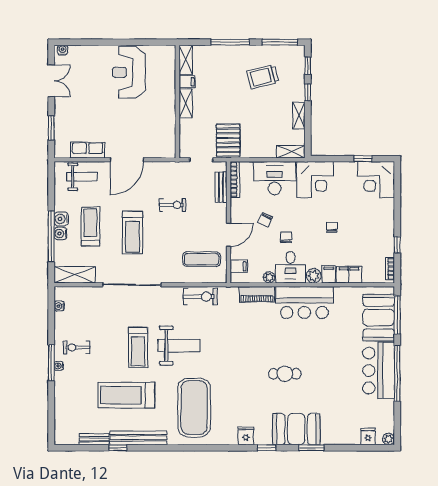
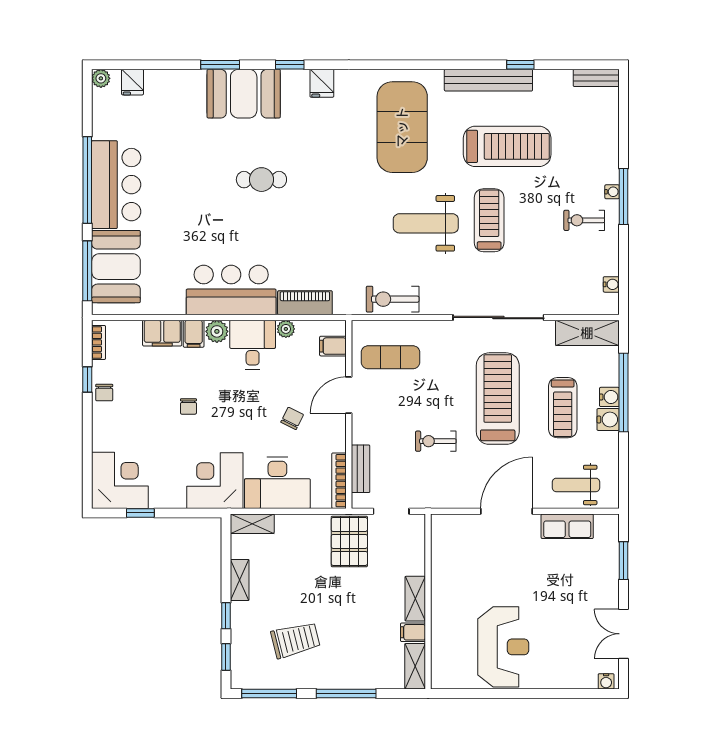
treadmill: (132, 232) -> (498, 399), width x1.37, depth x1.38
chair: (286, 237) -> (104, 393), moved
exercise bike: (77, 347) -> (584, 220), turned 180
bench: (94, 439) -> (596, 78), moved

